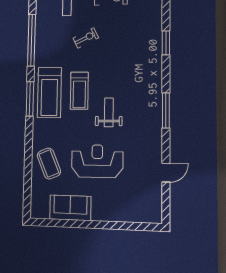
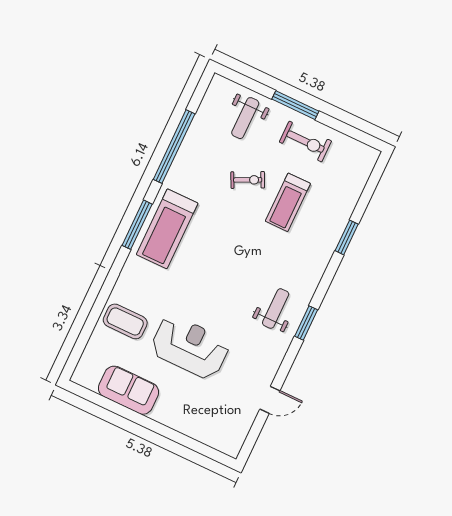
treadmill: (79, 91) -> (288, 202), moved
window: (166, 110) -> (306, 323), width x0.69
weight bench: (109, 112) -> (276, 309), moved
coffee table: (49, 164) -> (125, 321), turned -67

